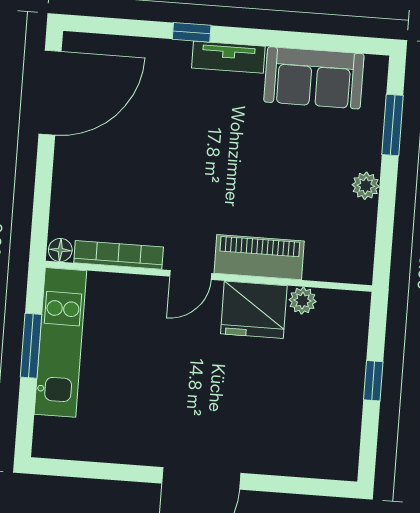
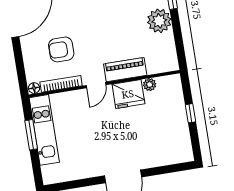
armchair: (136, 183) -> (61, 49), added
plant: (366, 186) -> (159, 21), width x1.88, depth x1.88

